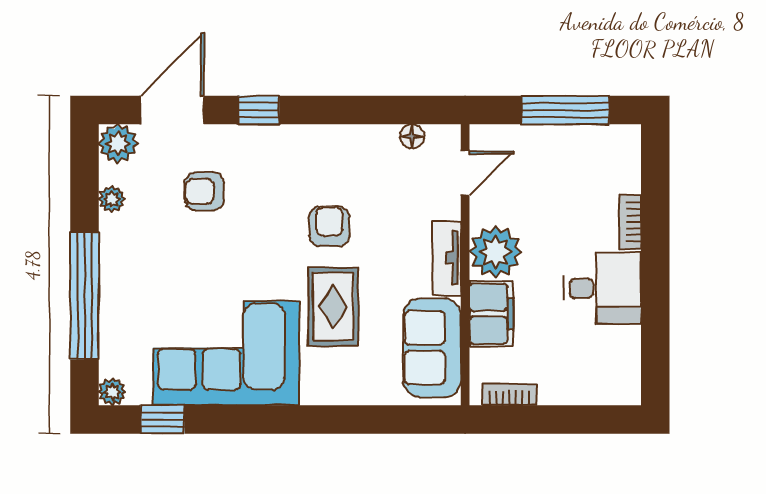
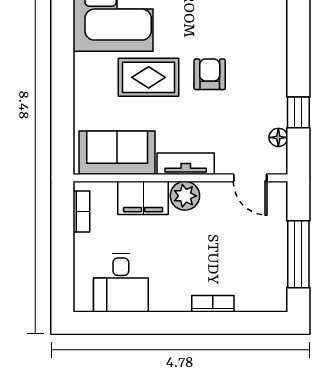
window: (259, 110) -> (298, 112), moved
armchair: (329, 226) -> (210, 74), turned -90
plant: (495, 252) -> (185, 196), width x0.73, depth x0.73
desk: (602, 288) -> (121, 283), moved

